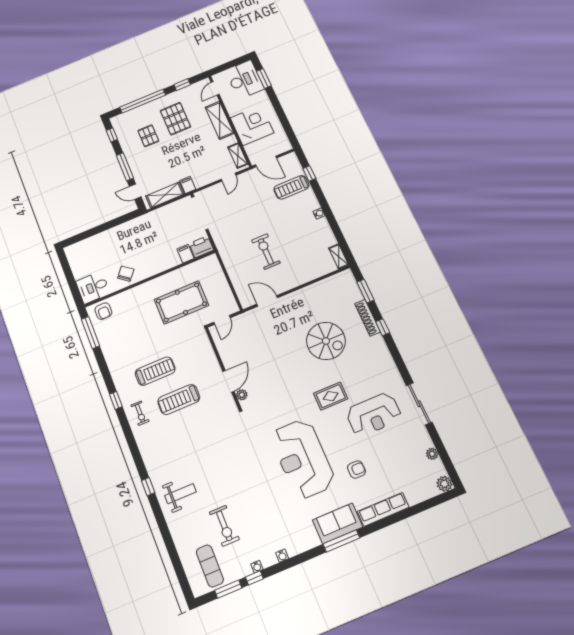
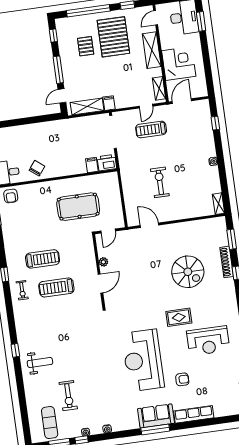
pallet: (175, 119) -> (113, 37), width x1.37, depth x1.41
door: (266, 161) -> (182, 101), swing flipped
treadmill: (291, 187) -> (151, 129), moved
door: (135, 192) -> (62, 96), hinge flipped
plant: (242, 395) -> (103, 262), moved

